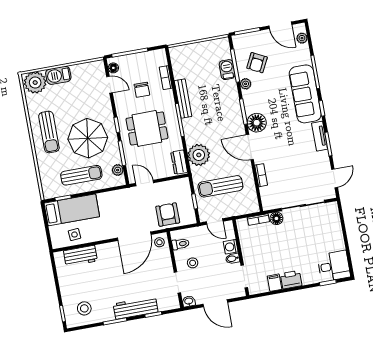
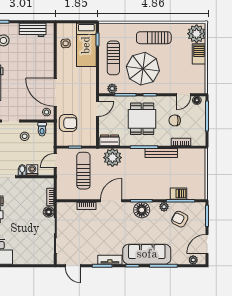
floor lamp: (257, 123) -> (142, 210), moved
workbench: (80, 256) -> (33, 30), moved, turned -90

